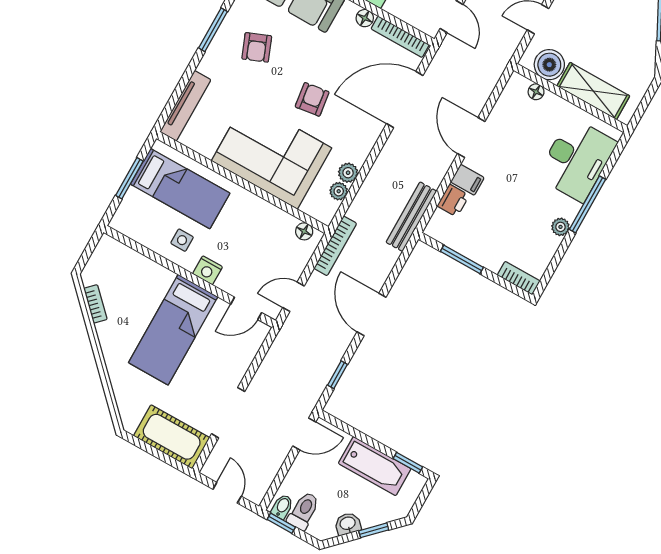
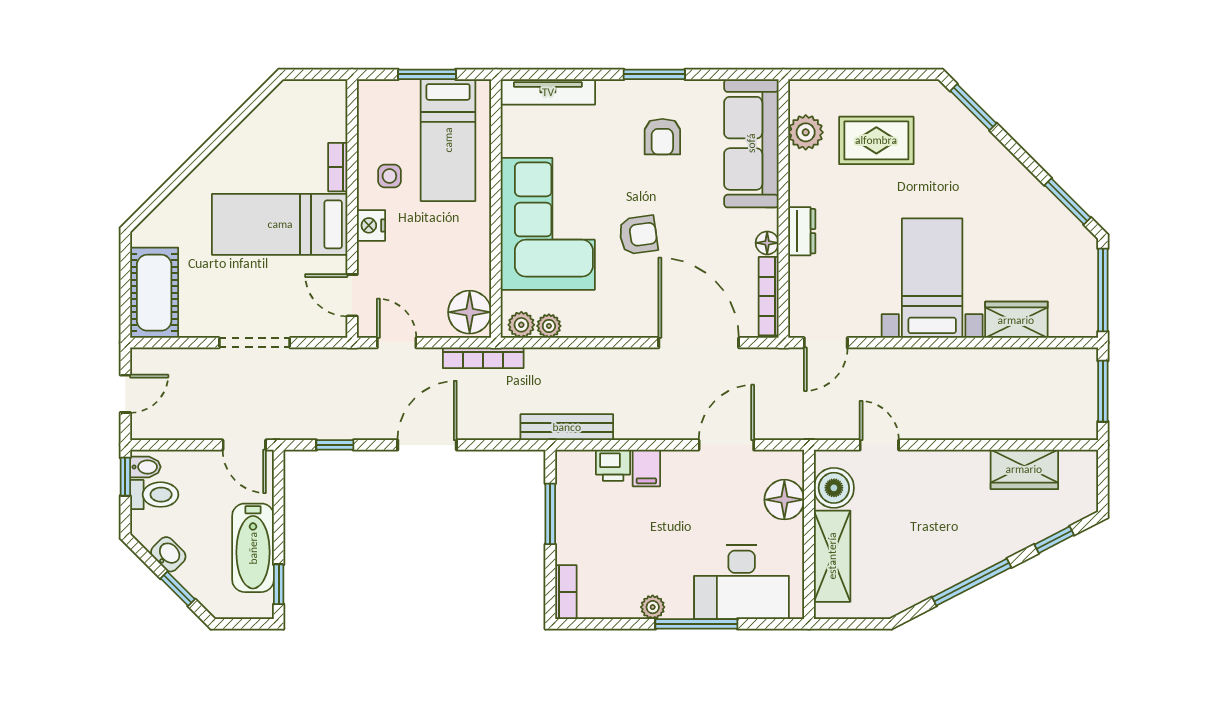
armchair: (257, 47) -> (662, 137), turned -68
floor lamp: (536, 92) -> (784, 500), width x1.89, depth x1.89
door: (471, 138) -> (726, 445), moved
plant: (348, 173) -> (521, 325), moved
floor lamp: (304, 231) -> (470, 312), width x1.89, depth x1.89
bookcase: (95, 304) -> (338, 167), moved, turned 135
doorway: (228, 413) -> (255, 343), moved

